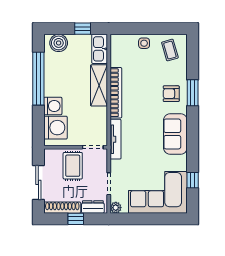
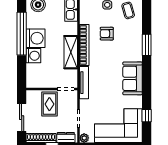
shelving: (99, 85) -> (71, 52), moved
armchair: (171, 94) -> (107, 34), moved
washing machine: (55, 128) -> (36, 38), moved

